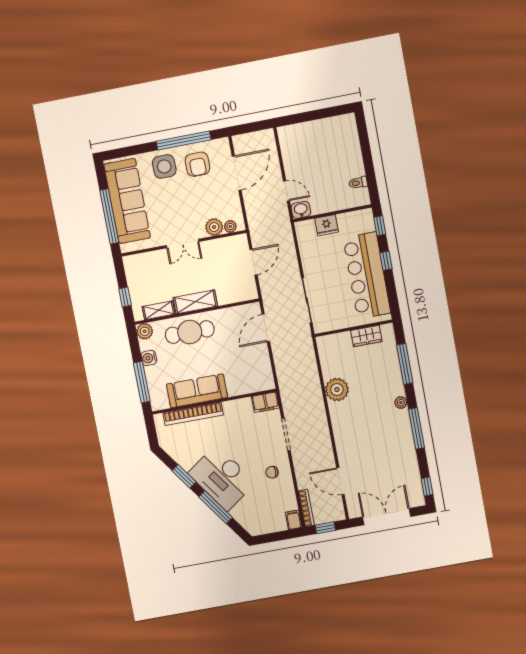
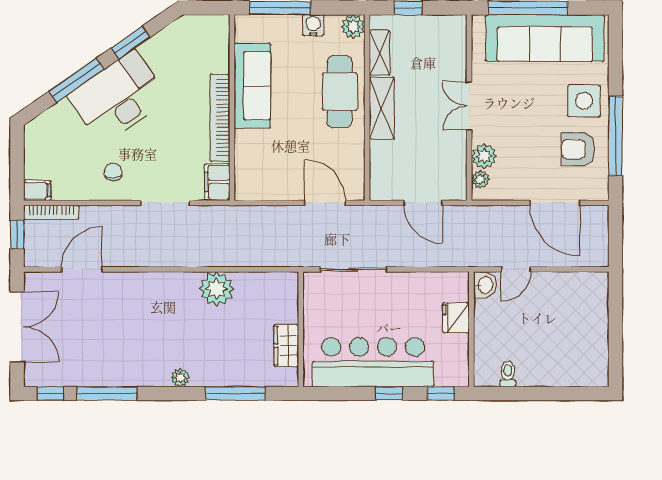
bookcase: (193, 414) -> (220, 118), moved
window: (417, 428) -> (107, 394), moved

